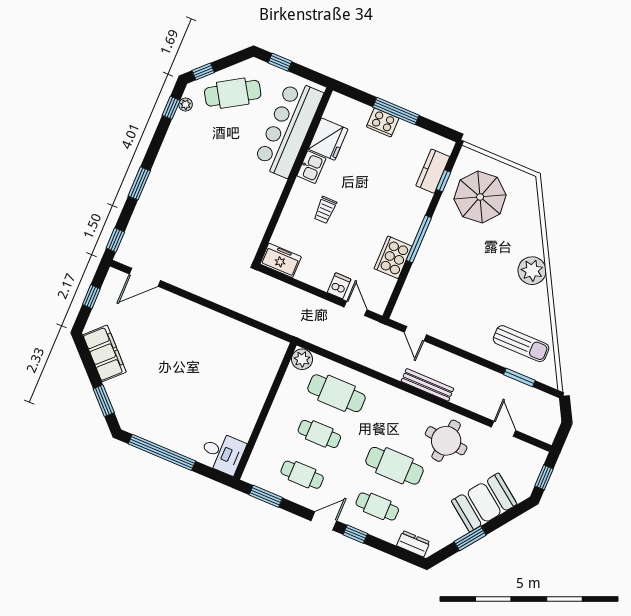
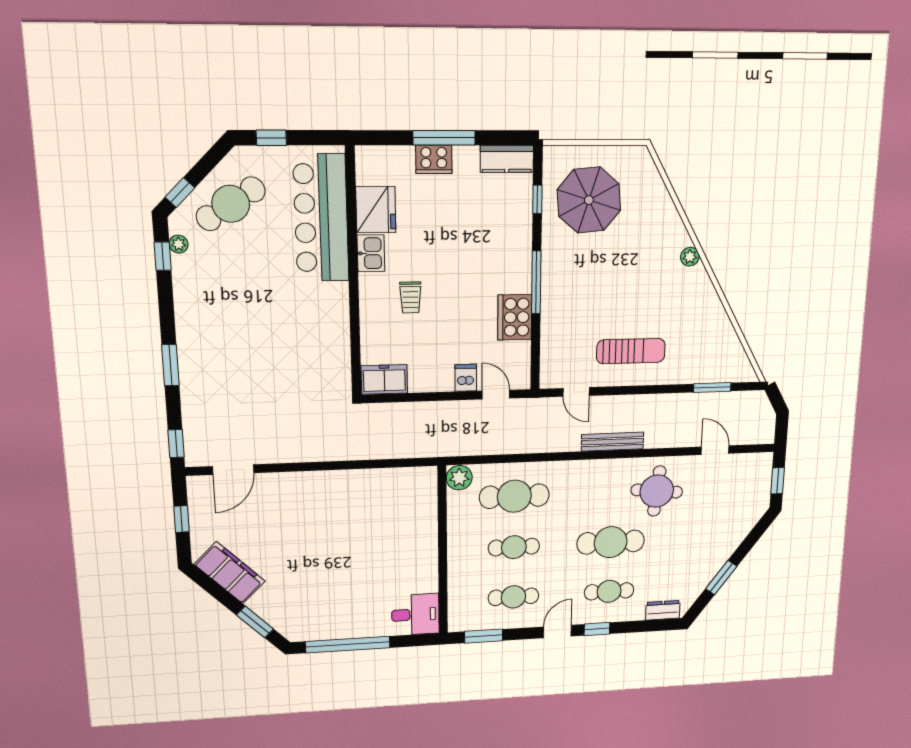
kitchen counter: (433, 171) -> (507, 159), moved, turned -90
plant: (532, 271) -> (690, 257), width x0.53, depth x0.53
sun lounger: (521, 344) -> (631, 351), moved
booth: (484, 502) -> (723, 535), removed

